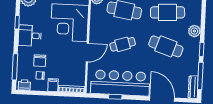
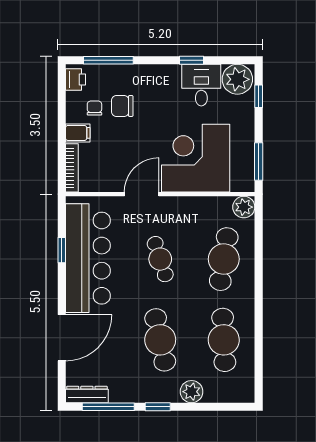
desk: (30, 36) -> (201, 85), moved
cafe table: (166, 46) -> (160, 340), turned -30
door: (87, 53) -> (142, 194), swing flipped

